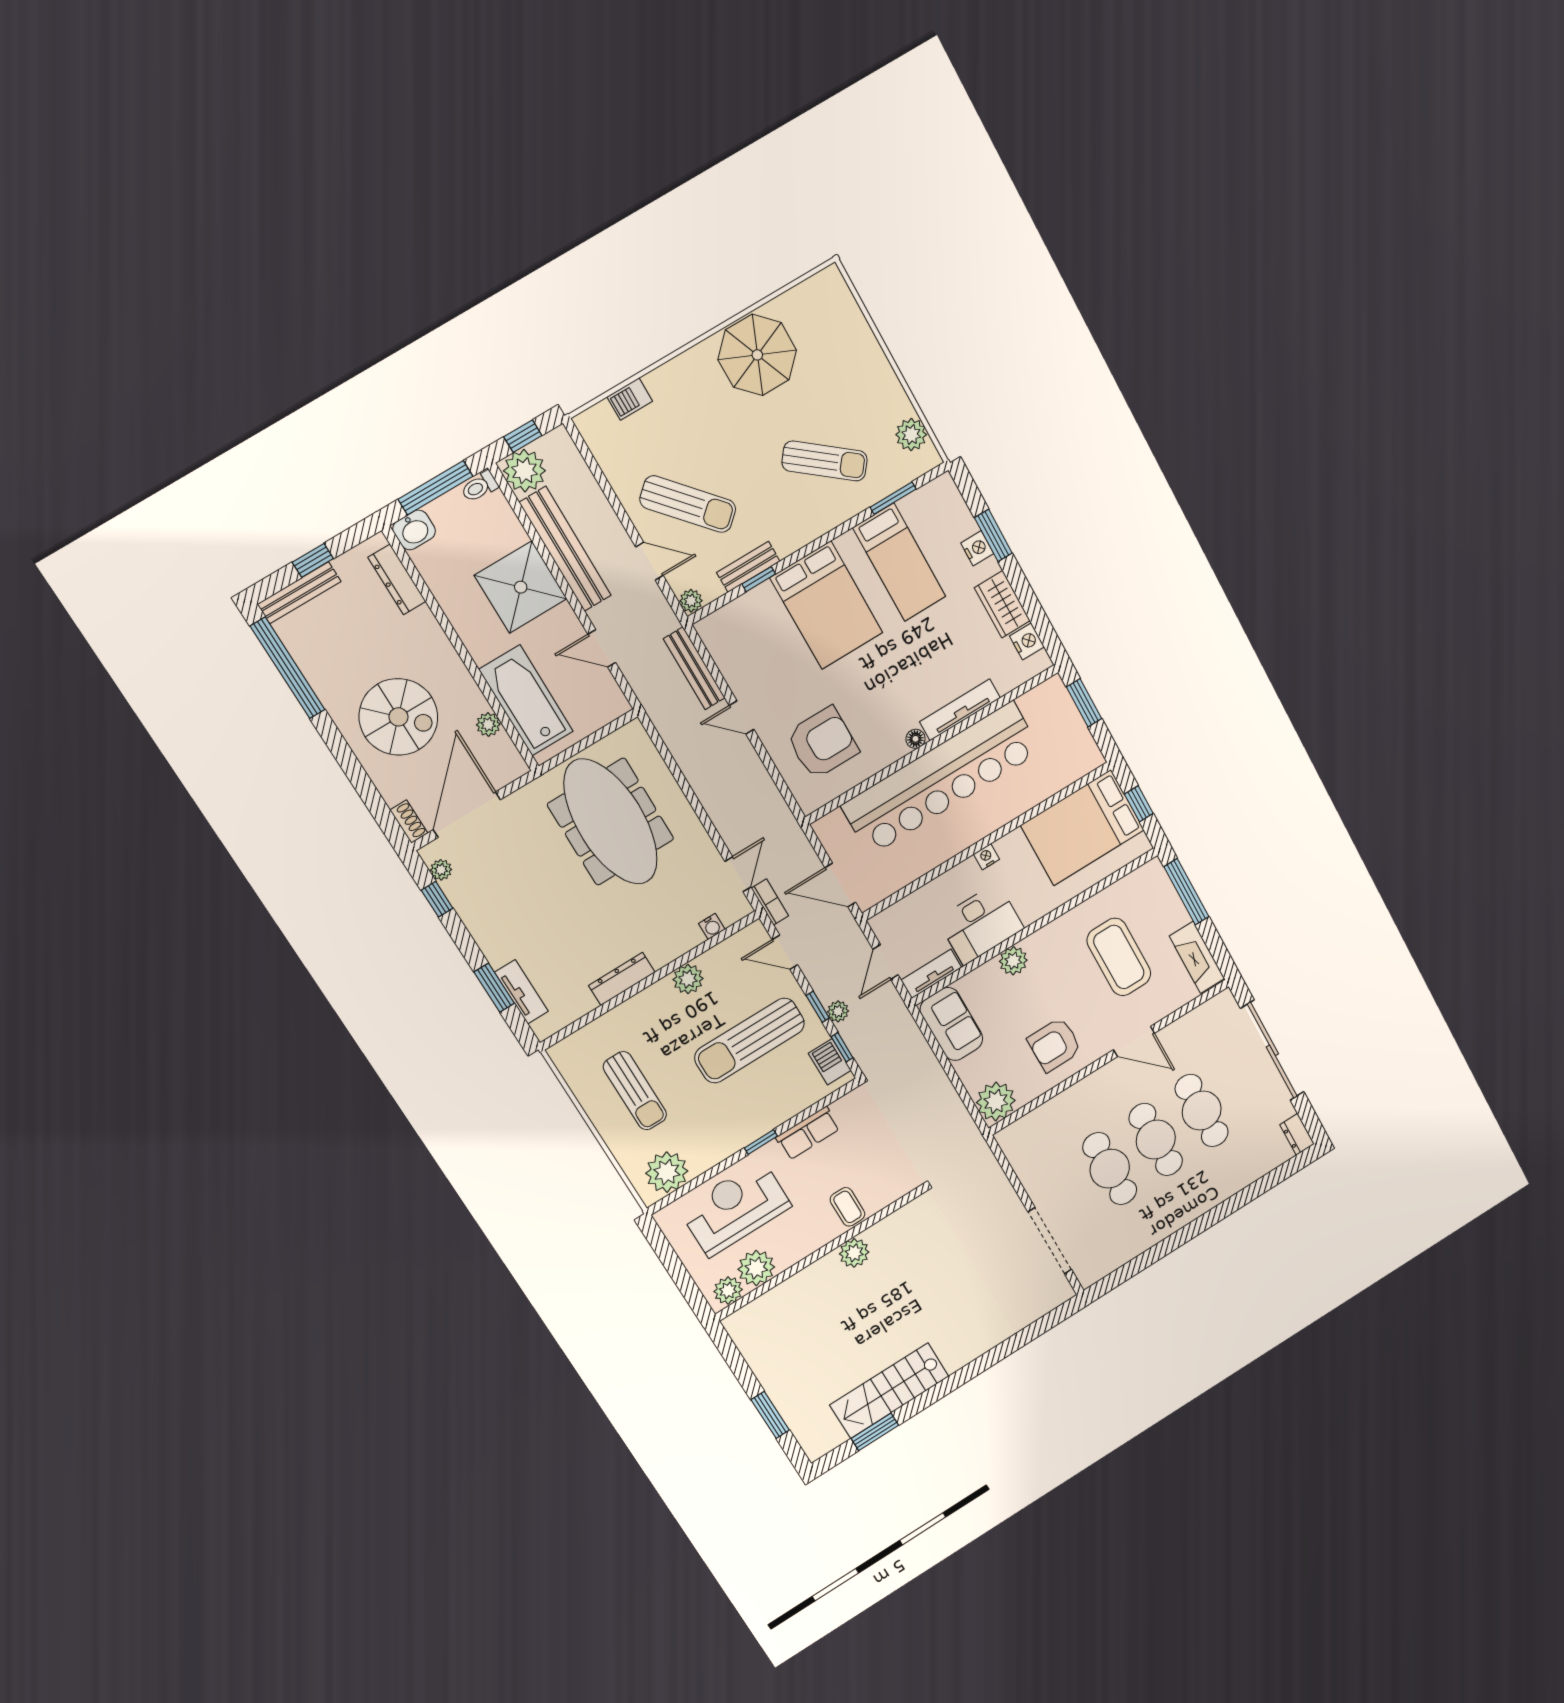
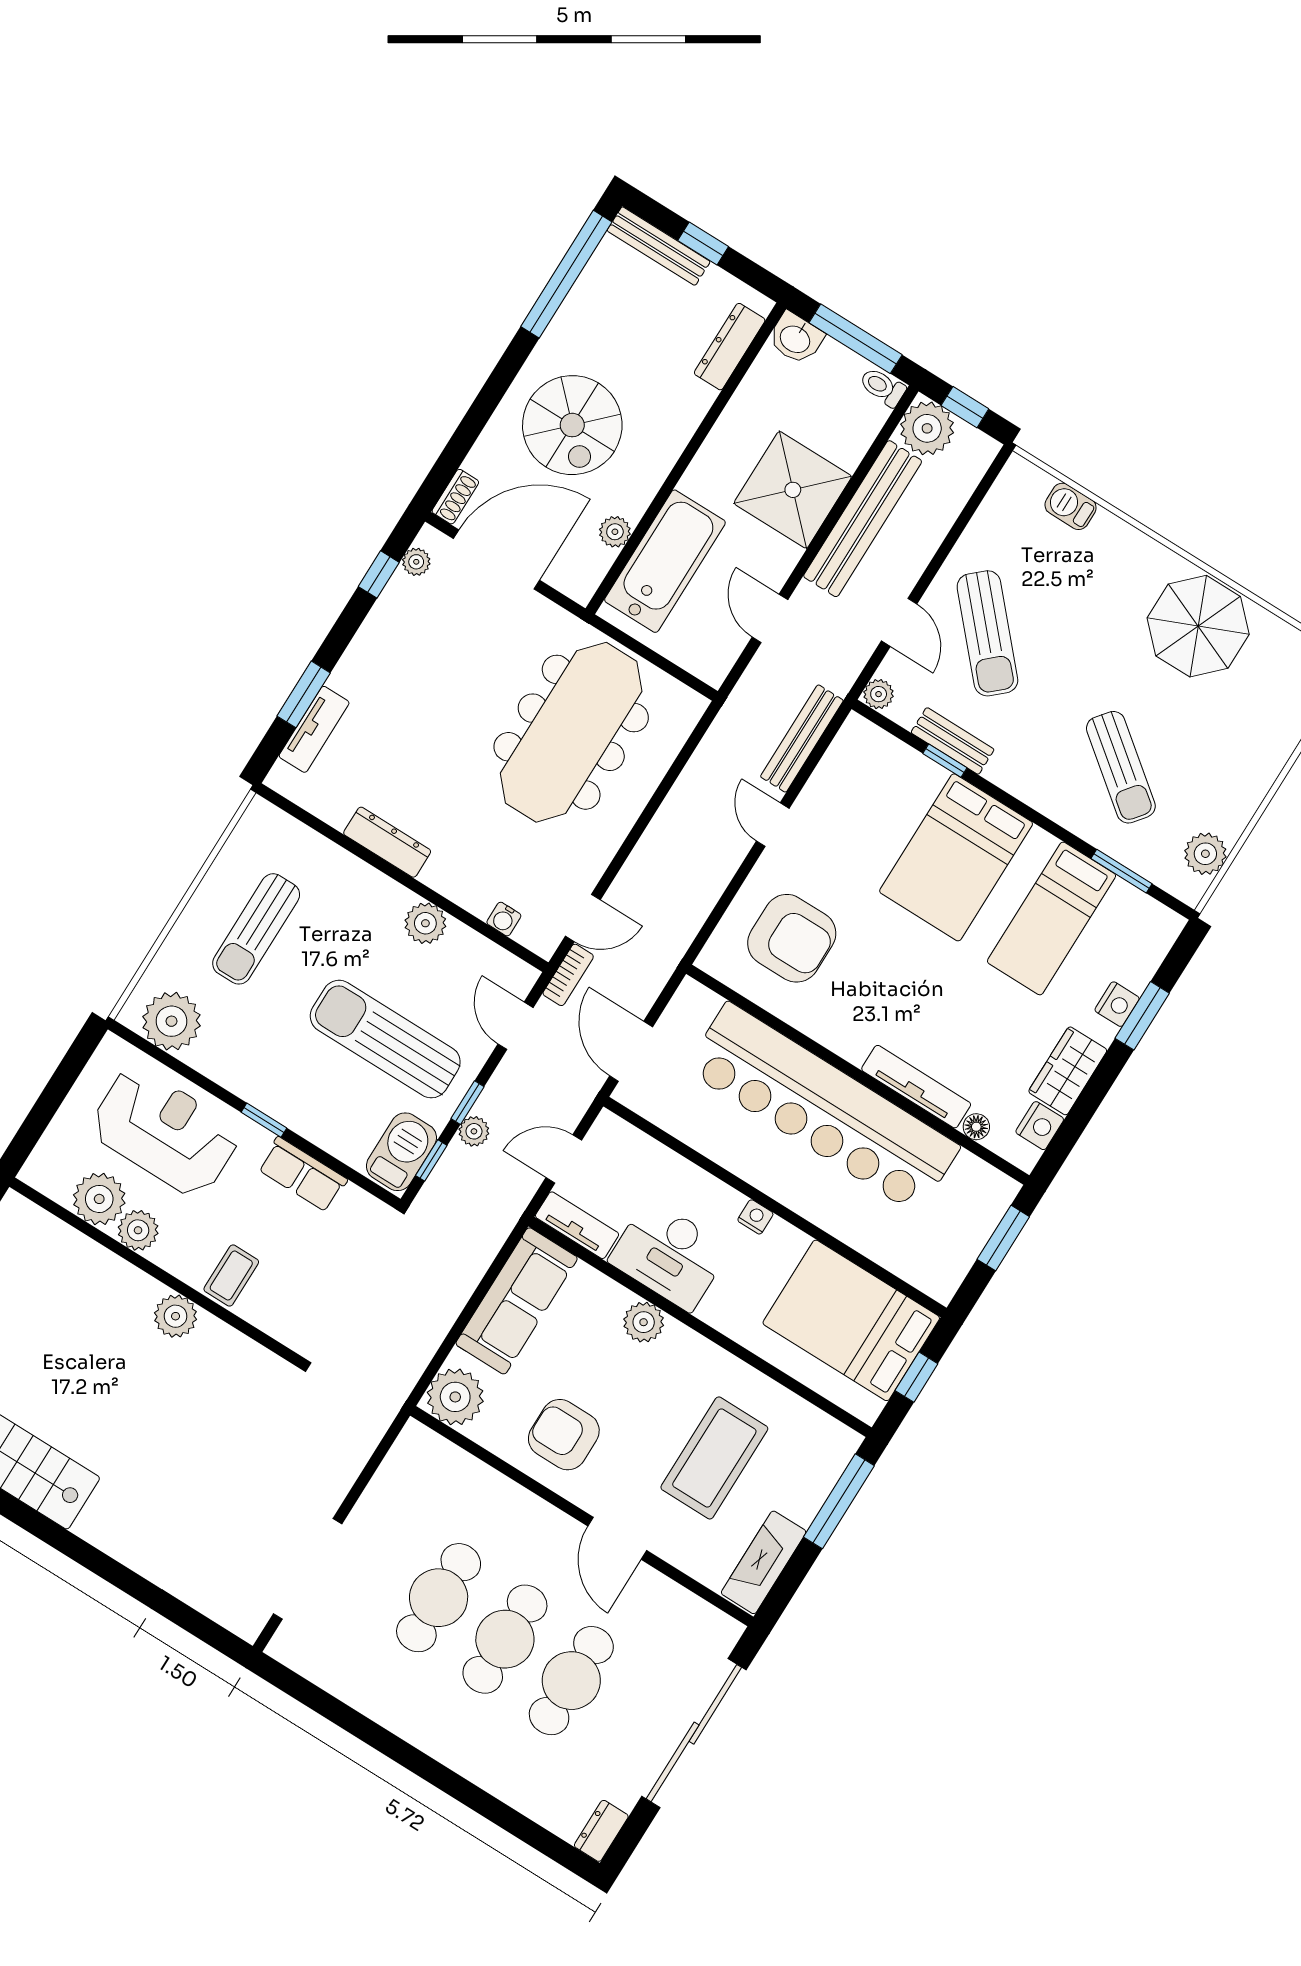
floor lamp: (915, 739) -> (976, 1127), moved
sofa: (951, 1024) -> (517, 1301), width x1.36
barbecue: (830, 1062) -> (401, 1152), width x1.38, depth x1.27
plant: (728, 1290) -> (138, 1230), moved

